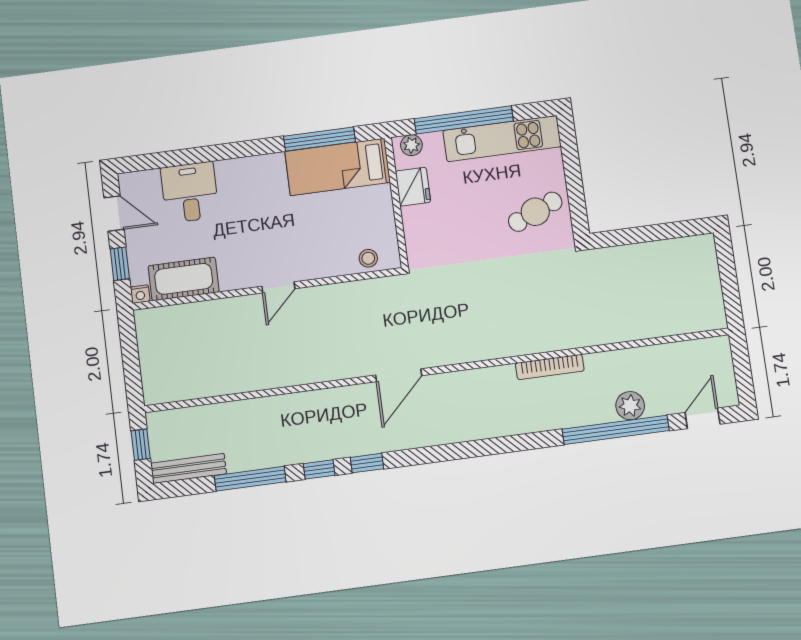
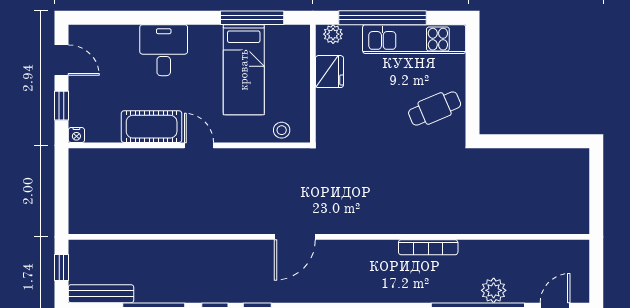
bed: (338, 167) -> (244, 70), moved, turned -90
desk: (190, 192) -> (164, 50), moved
cot: (184, 279) -> (152, 127), moved
door: (278, 287) -> (199, 145), swing flipped

